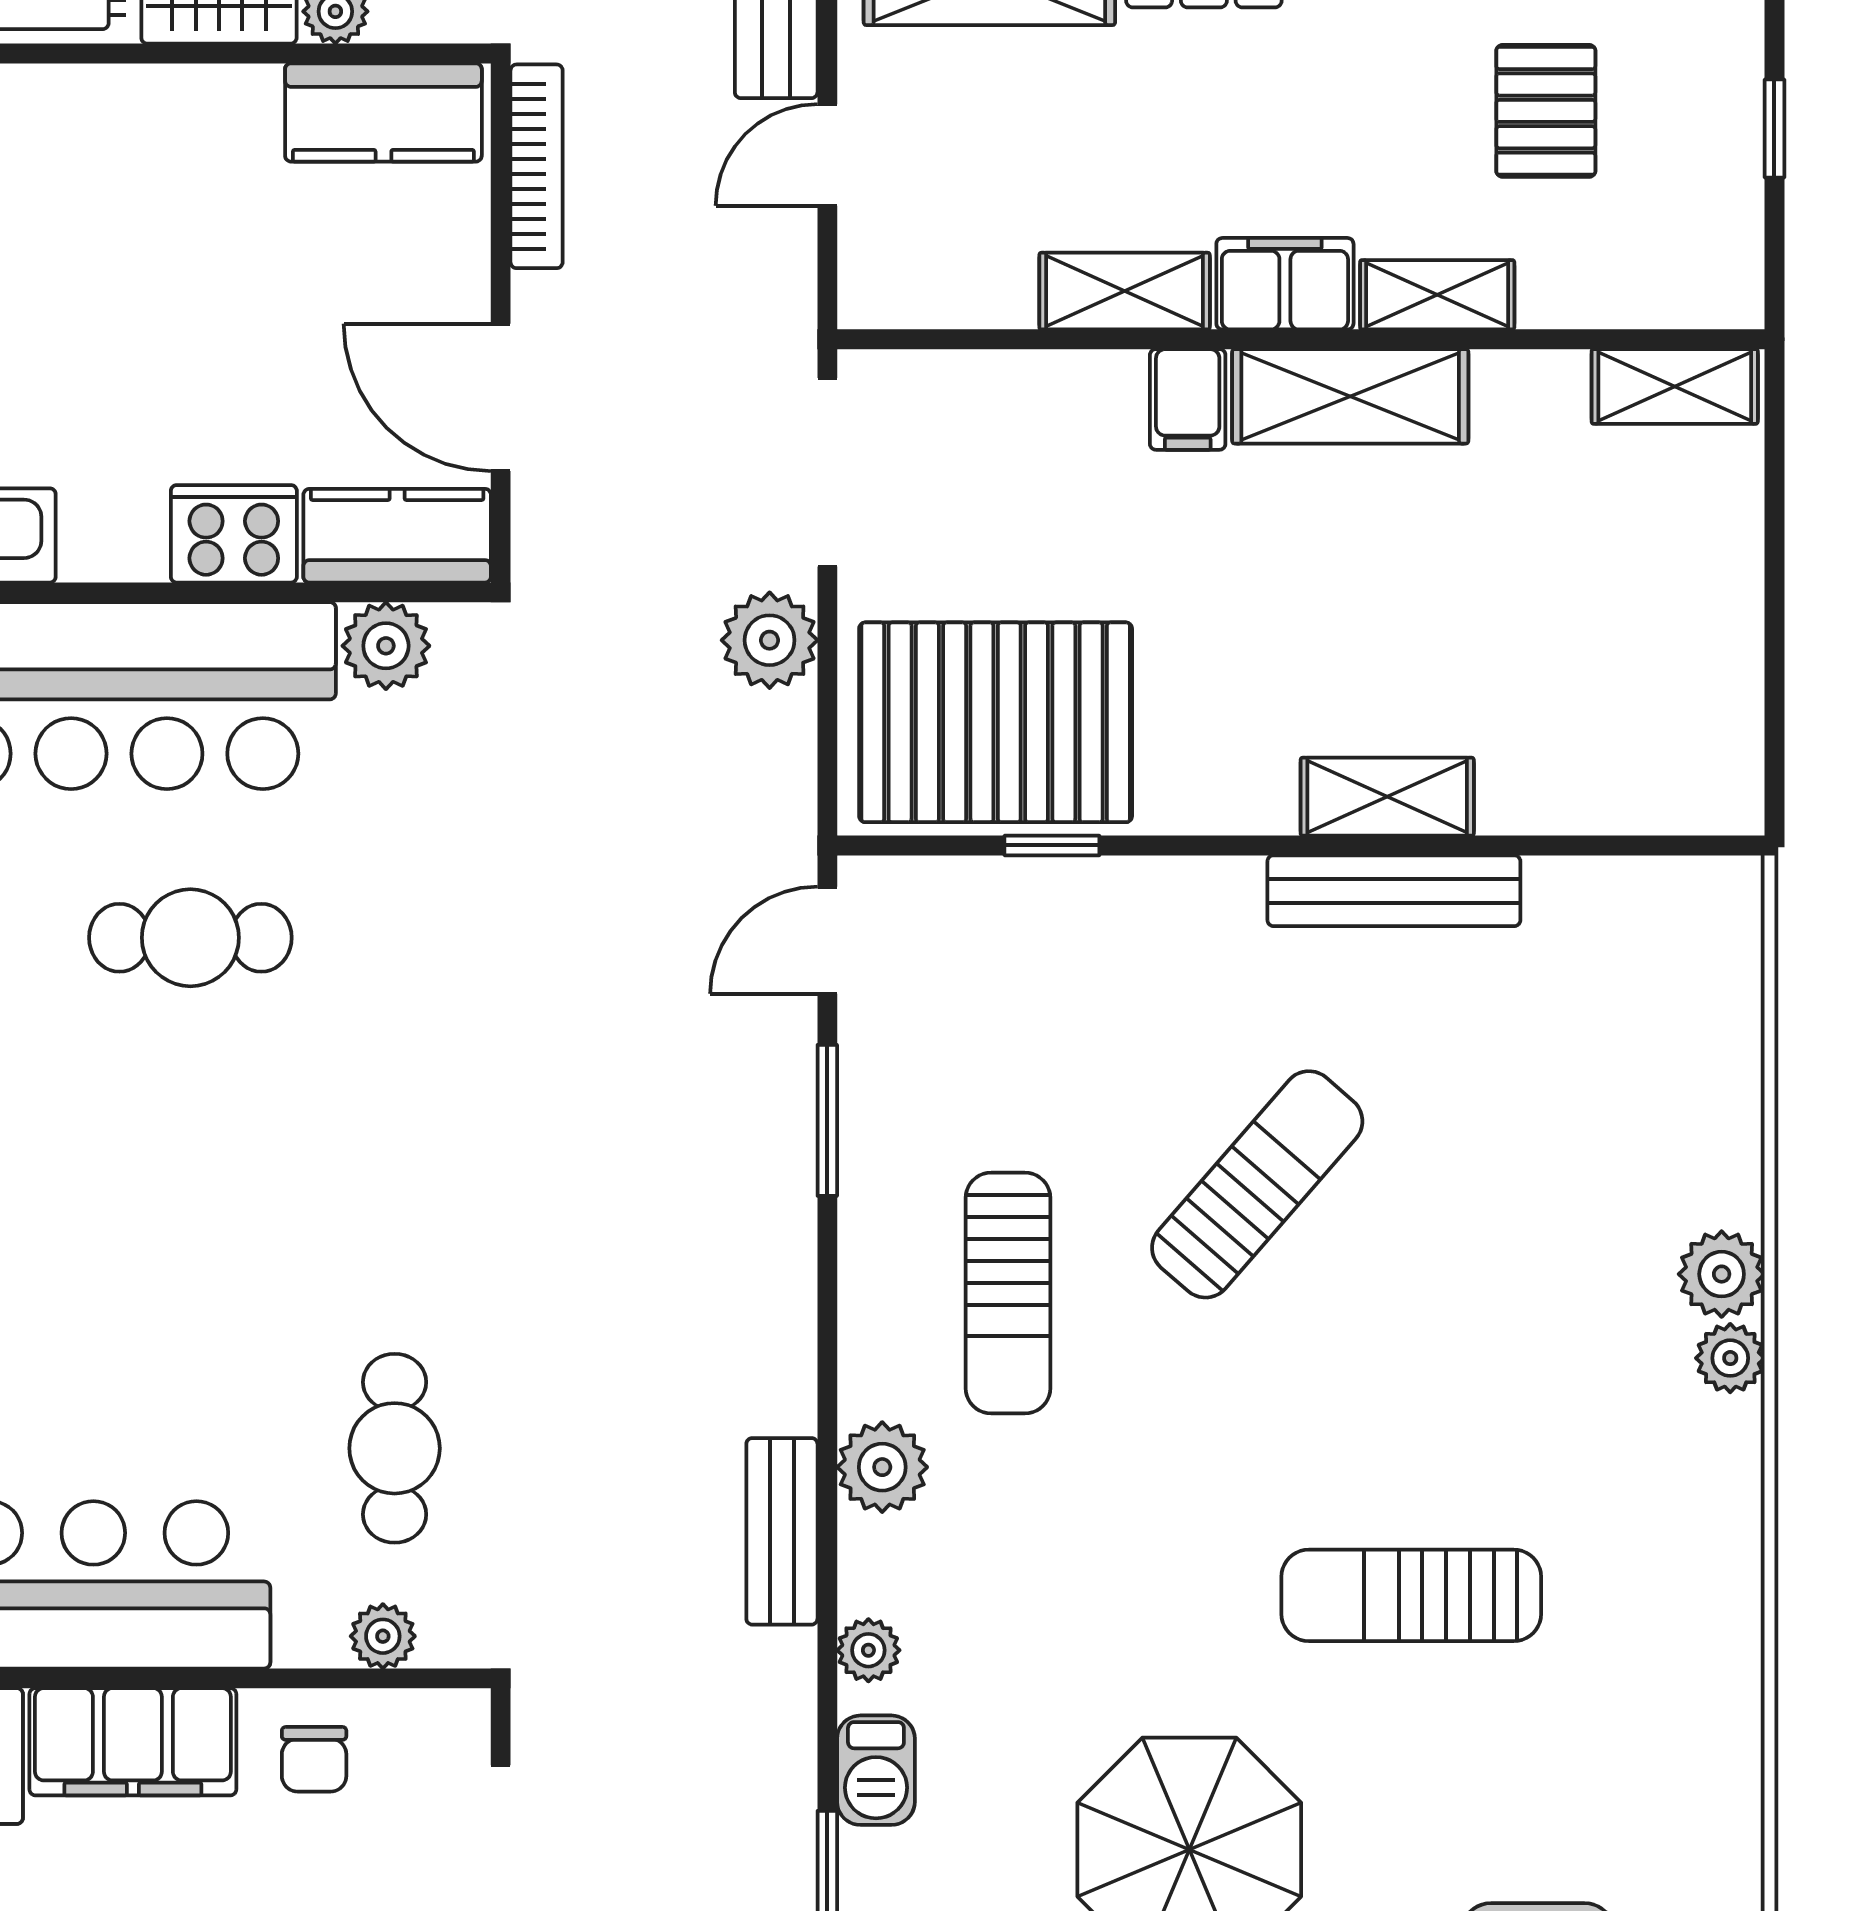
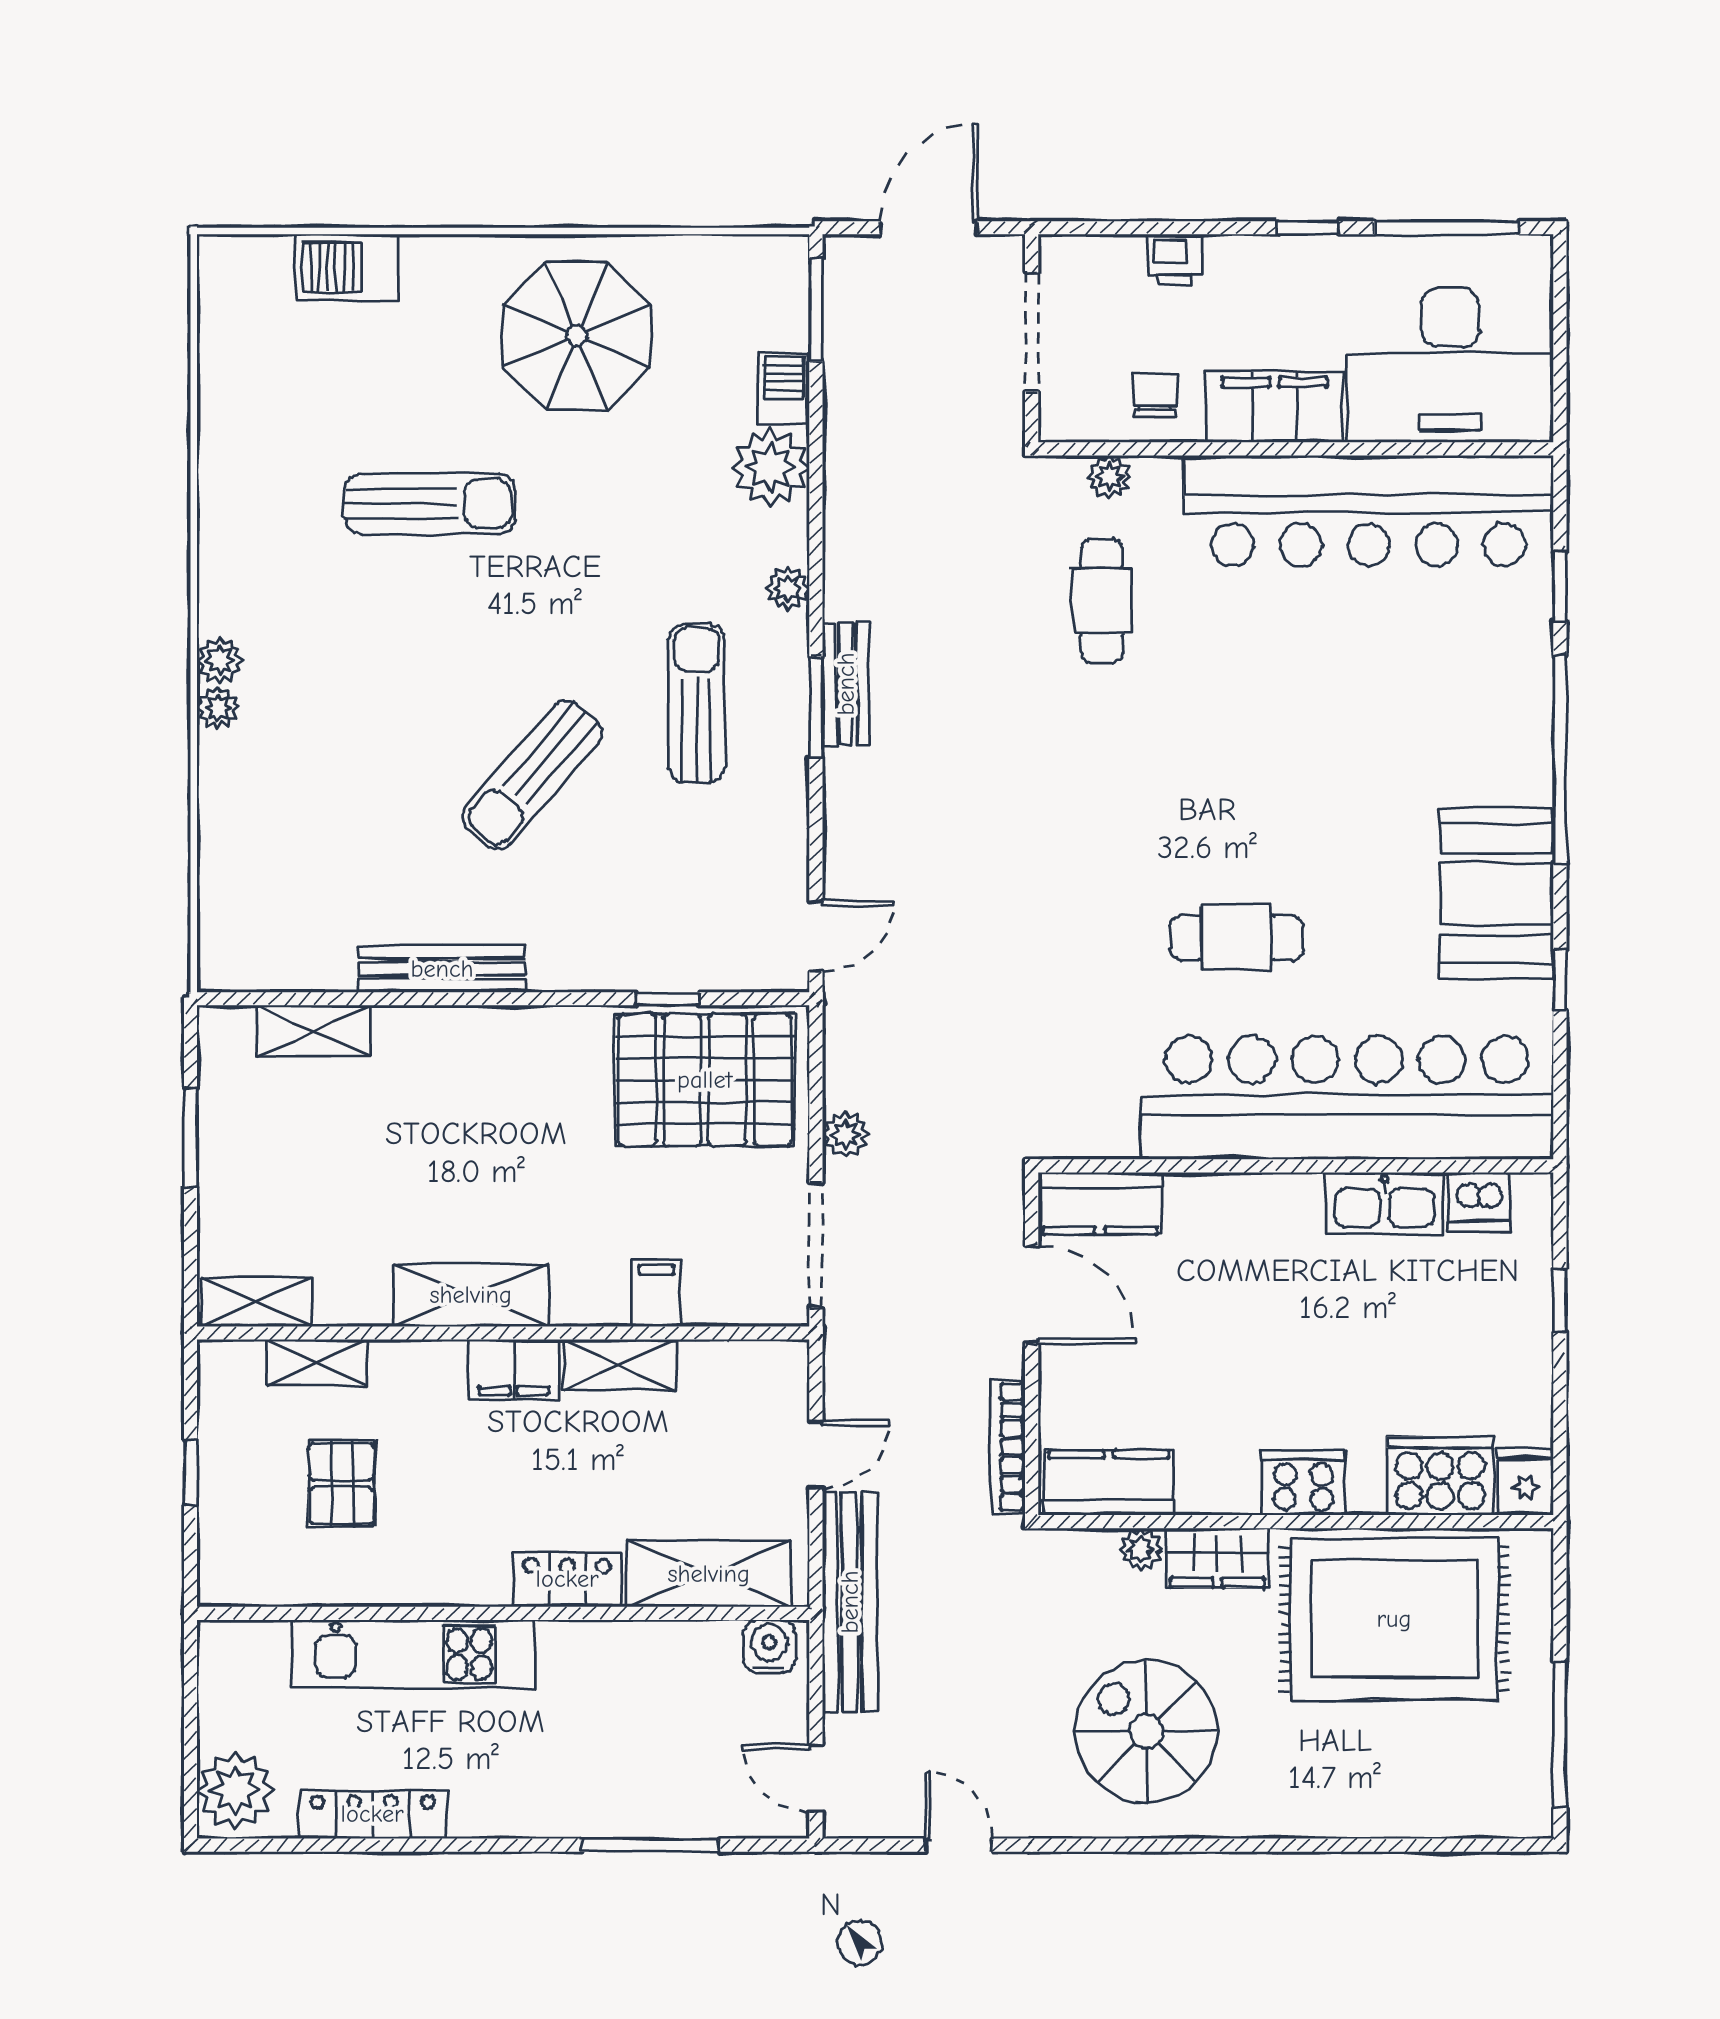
shelving: (1437, 295) -> (317, 1362), moved
filing cabinet: (1188, 399) -> (656, 1293), moved
cooker: (234, 534) -> (1303, 1483), moved, turned 180
window: (1774, 635) -> (191, 1138), added
plant: (770, 640) -> (845, 1134), width x0.73, depth x0.73
plant: (386, 646) -> (1107, 1131), removed
shelving: (1387, 797) -> (314, 1031), moved
window: (827, 1120) -> (816, 708), moved
plant: (1722, 1274) -> (218, 708), width x0.73, depth x0.73
plant: (882, 1467) -> (788, 588), width x0.73, depth x0.73
bench: (782, 1531) -> (846, 684), moved
plant: (868, 1650) -> (771, 467), width x1.88, depth x1.88

